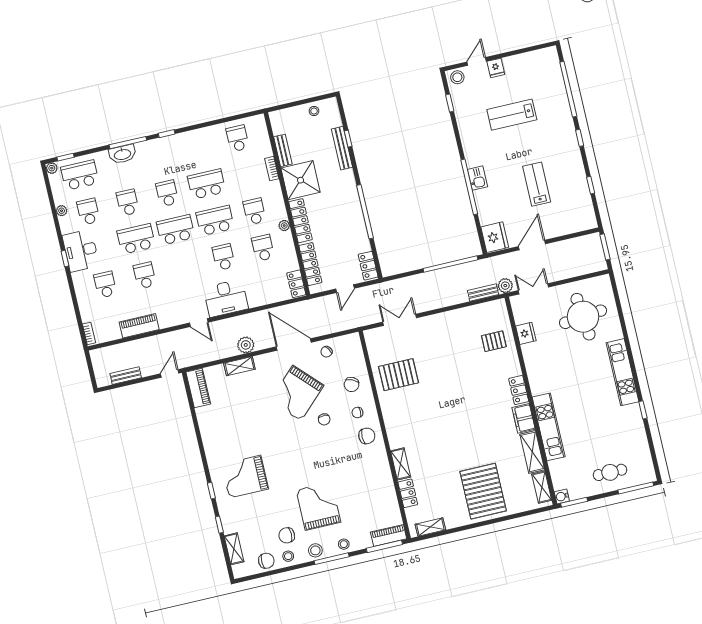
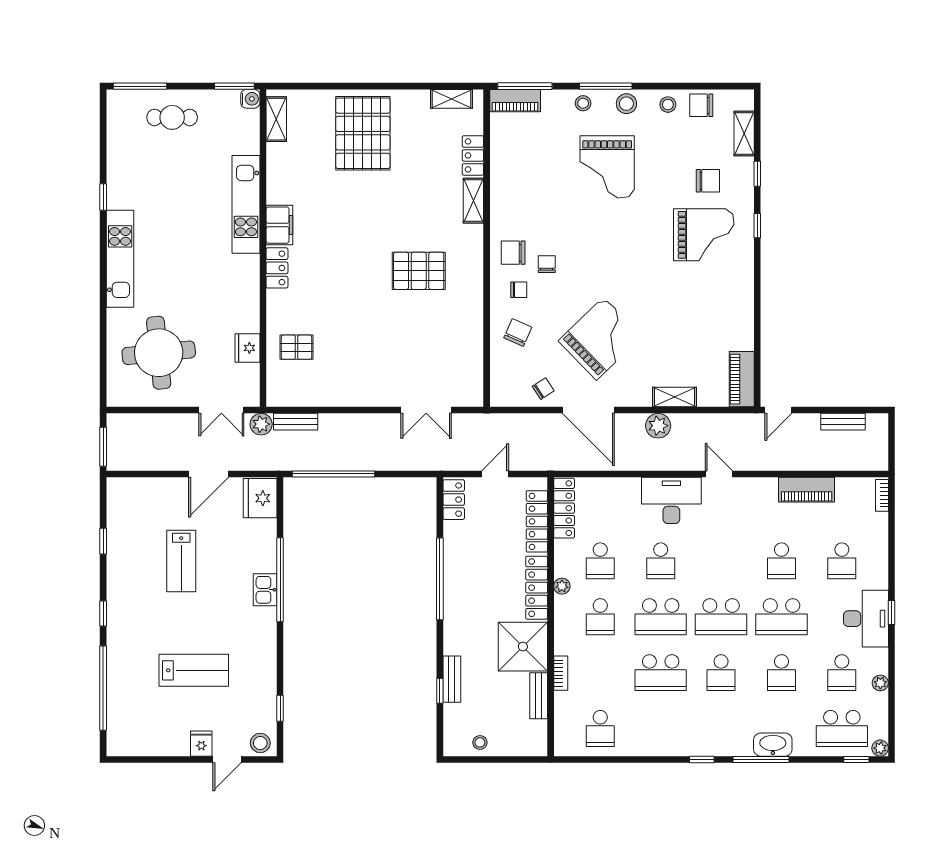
bench: (342, 148) -> (452, 679), width x0.73
locker: (296, 284) -> (564, 508), width x1.53
pallet: (399, 375) -> (419, 271), moved
chair: (324, 419) -> (547, 264), moved
shelving: (532, 452) -> (278, 173), removed
chair: (287, 535) -> (708, 181), moved

